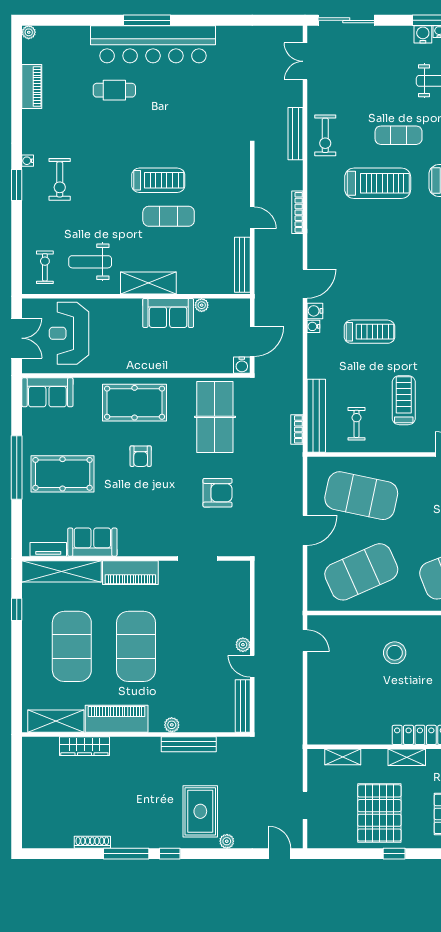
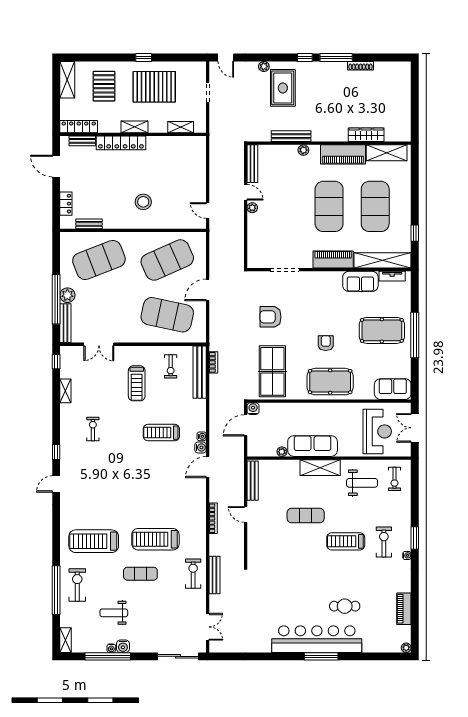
treadmill: (158, 180) -> (346, 541), moved
sofa: (168, 313) -> (313, 446), width x1.36
pallet: (379, 813) -> (154, 87), turned 90

